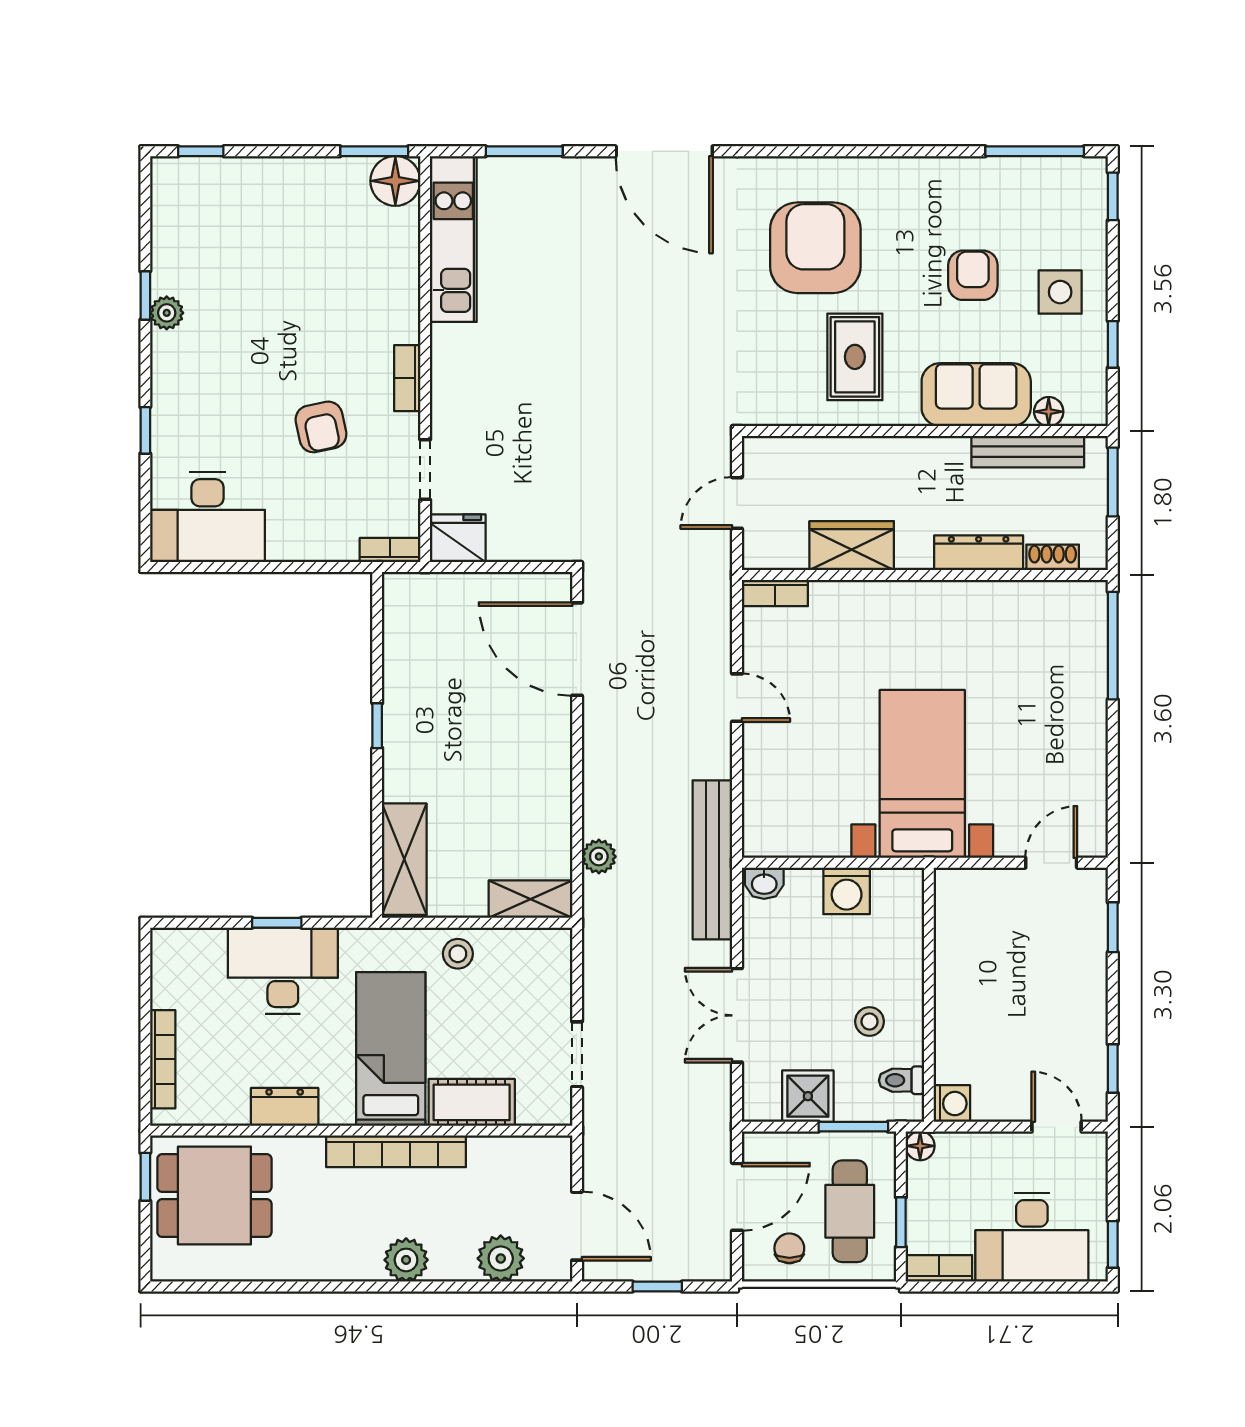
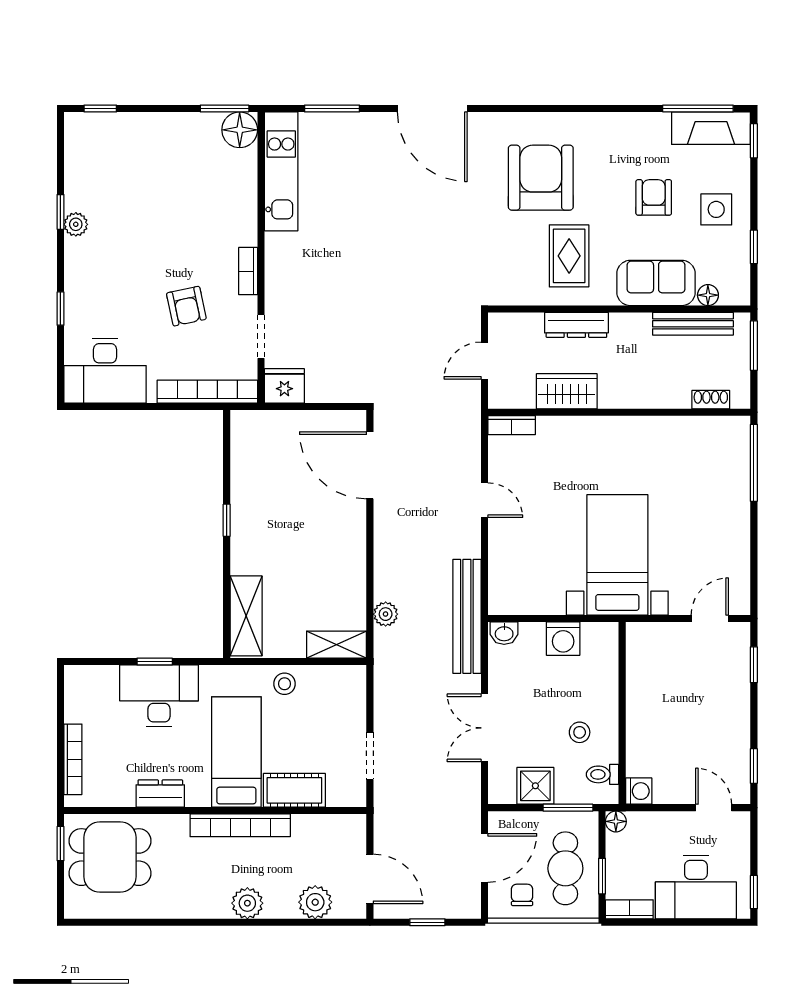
fireplace: (1053, 179) -> (711, 128), added
bookcase: (390, 550) -> (207, 392), width x2.31, depth x1.31
dresser: (979, 553) -> (576, 325), moved, turned 180

